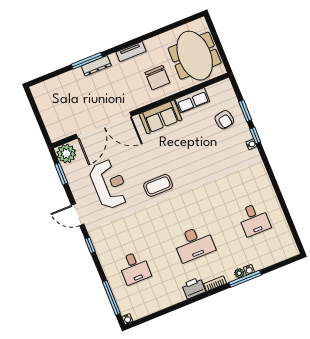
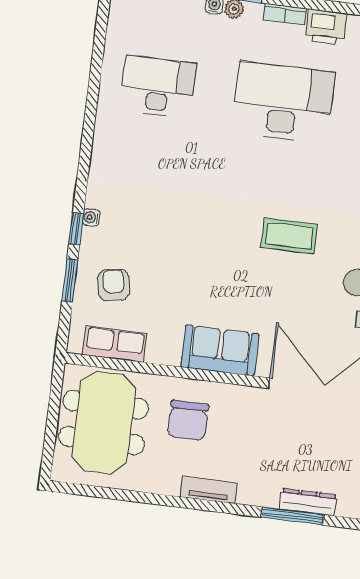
dresser: (96, 66) -> (308, 502), moved
chair: (157, 78) -> (188, 420), turned 180
row of seats: (192, 100) -> (115, 344), moved
desk: (254, 219) -> (158, 87), width x1.37
desk: (194, 244) -> (283, 102), width x1.36, depth x1.30

